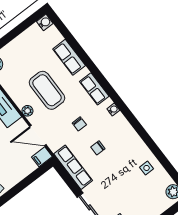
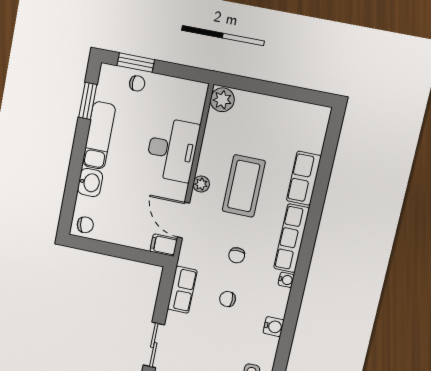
water cooler: (45, 22) -> (273, 327), moved
row of seats: (94, 89) -> (292, 238), width x1.48
row of seats: (73, 167) -> (182, 290), width x0.68

